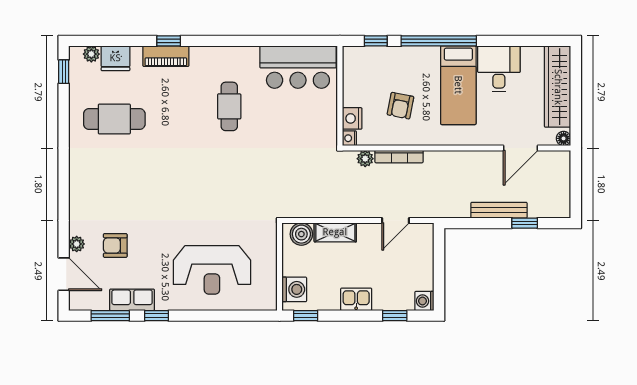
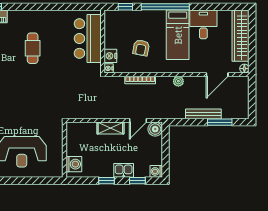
bar counter: (298, 67) -> (88, 38), moved, turned 90
plant: (365, 159) -> (178, 81), moved
window: (525, 223) -> (220, 122), width x1.50
shelving: (335, 232) -> (110, 128), moved
boiler: (301, 234) -> (155, 129), moved
kitchen sink: (356, 299) -> (124, 170), moved
window: (306, 316) -> (107, 181), moved

